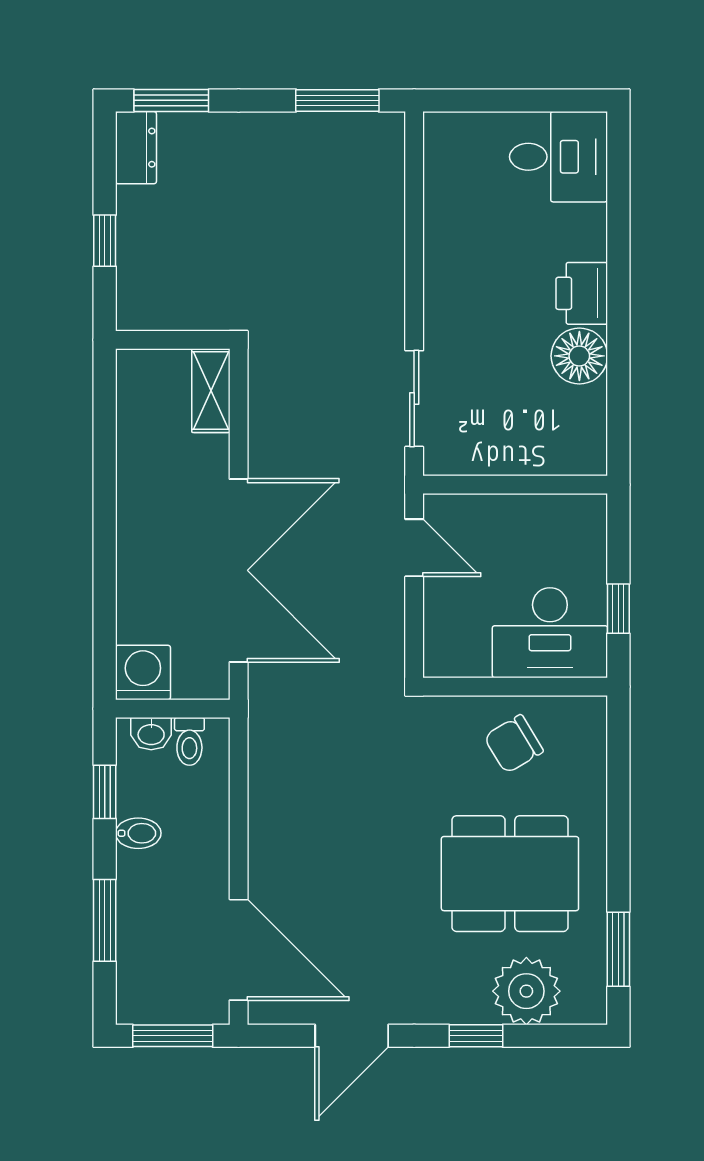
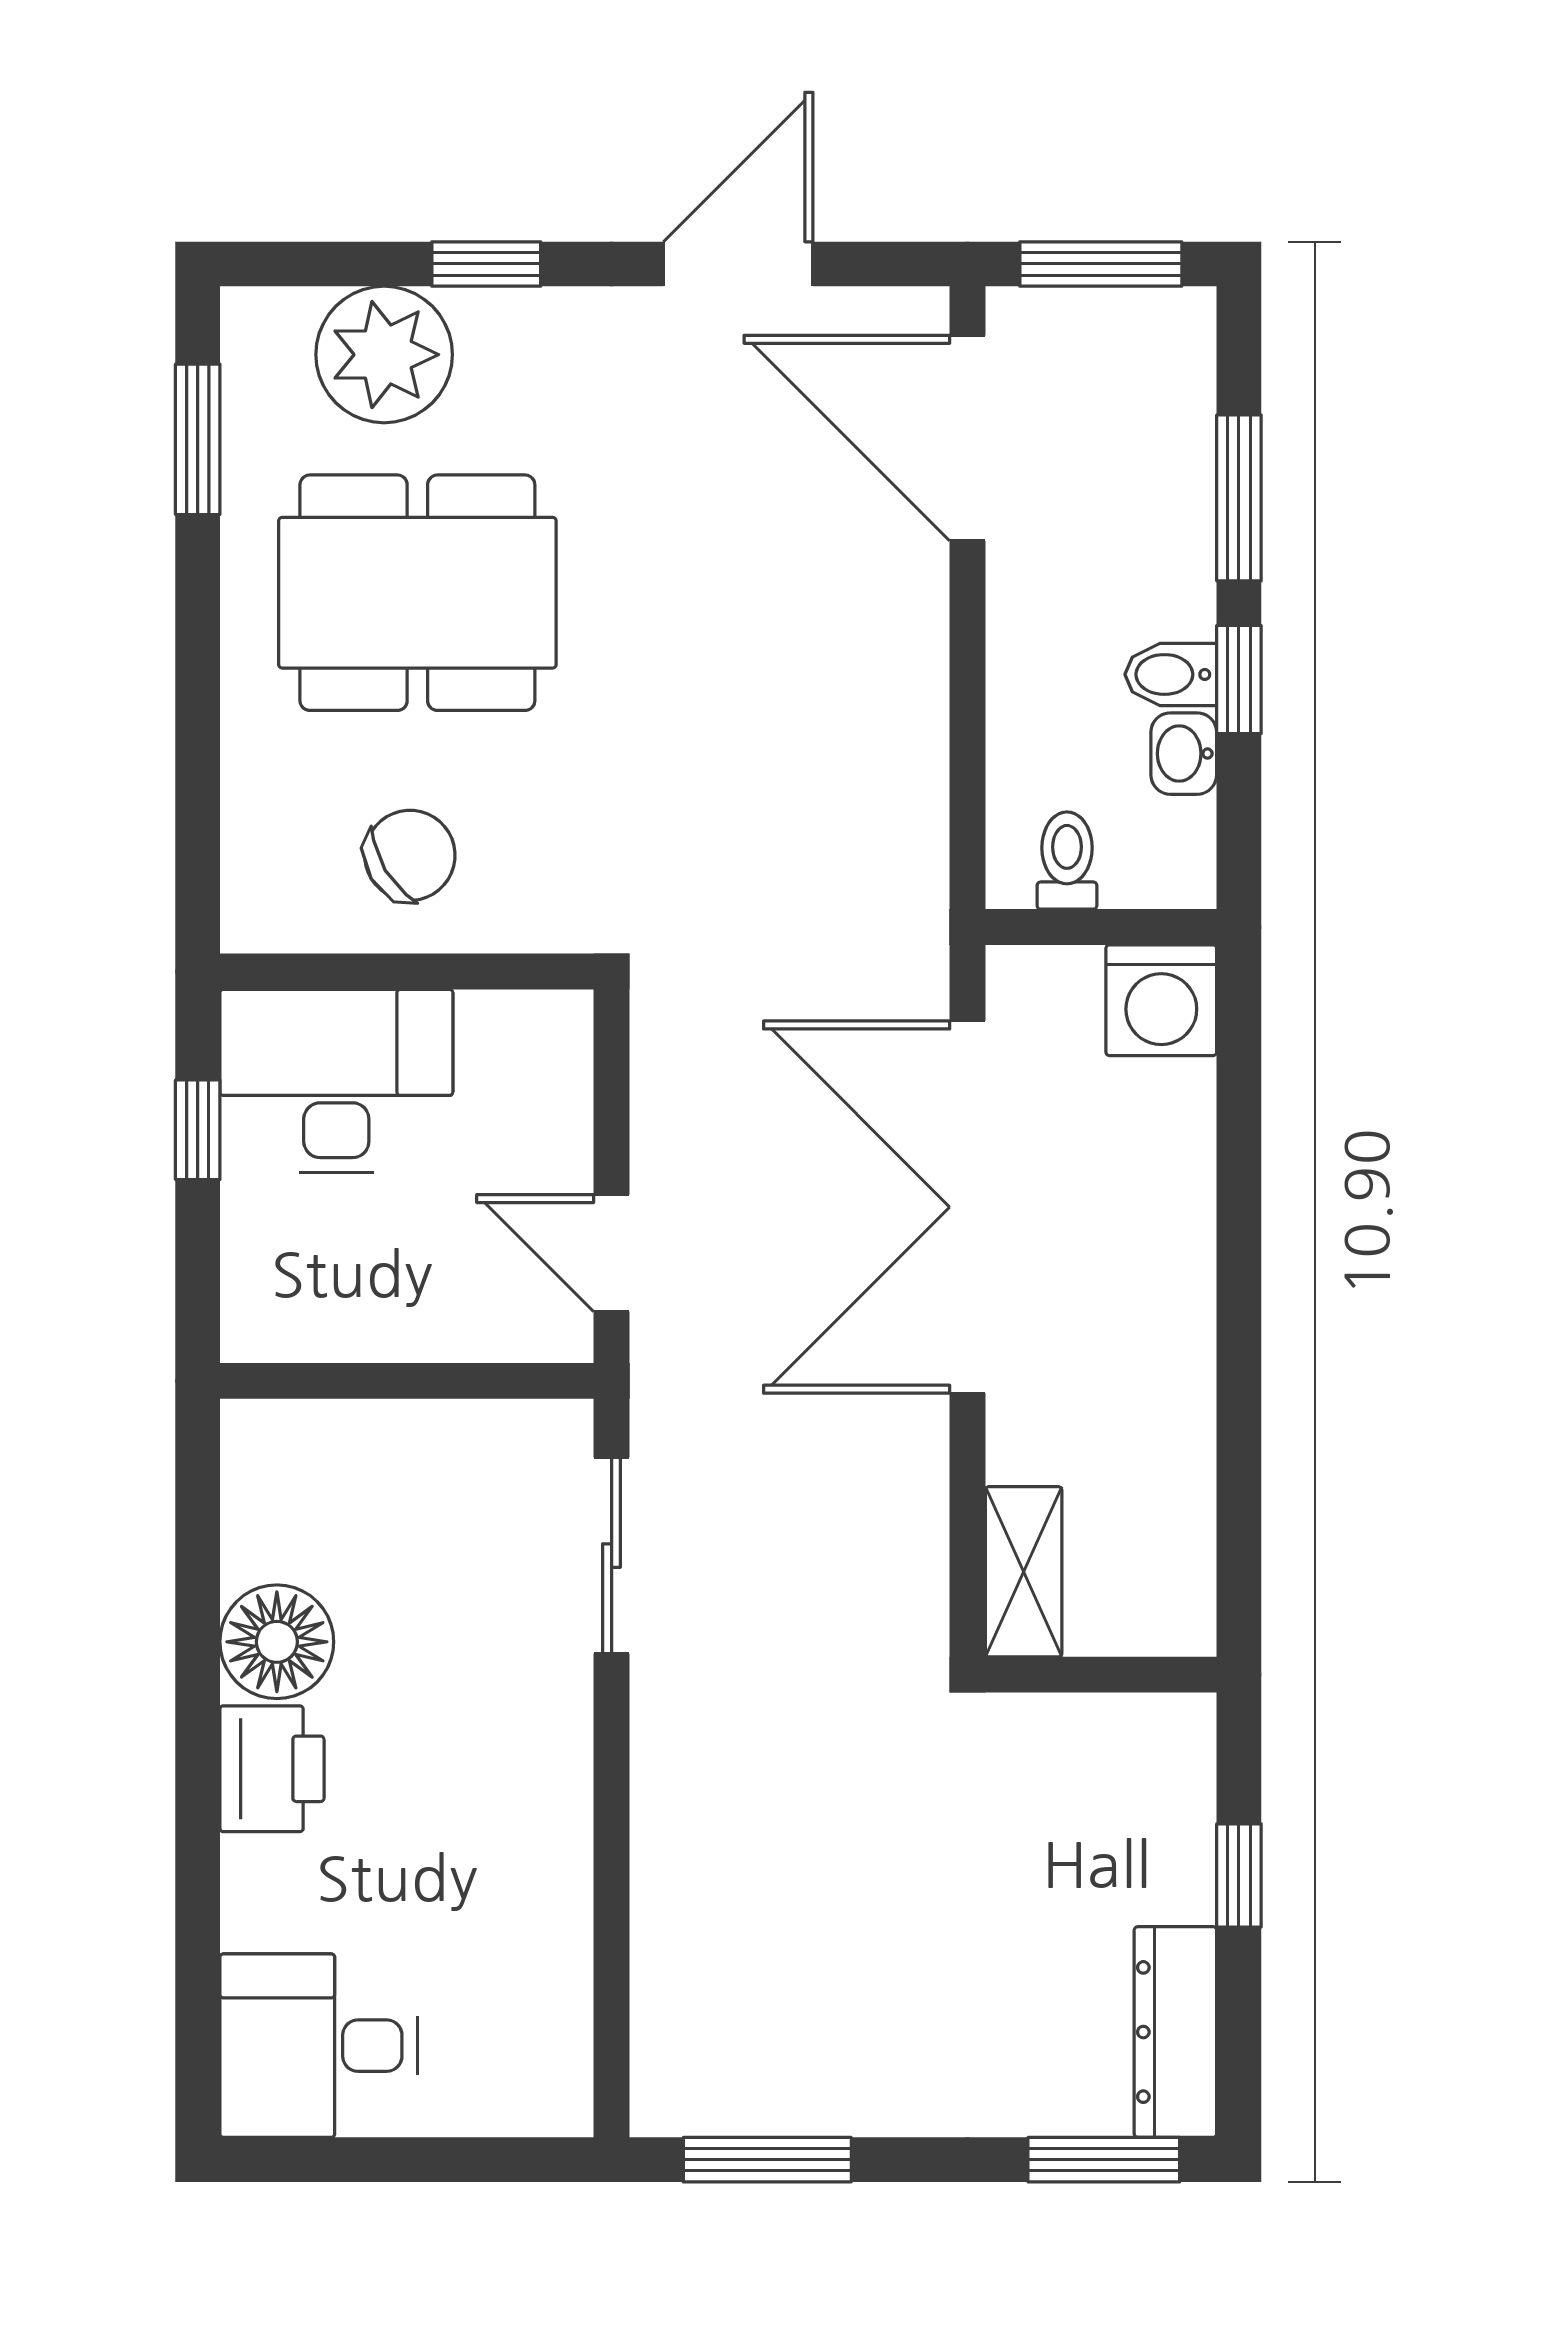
dresser: (136, 148) -> (1175, 2032), width x1.44
washbasin: (151, 734) -> (1184, 754), moved, turned -90
window: (105, 792) -> (1239, 680), moved

